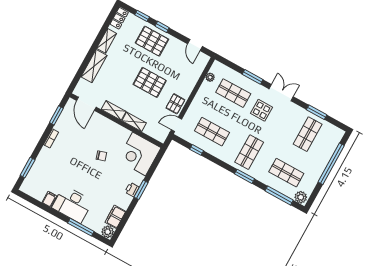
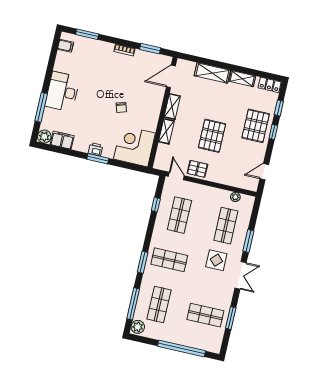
filing cabinet: (49, 199) -> (66, 46), moved

